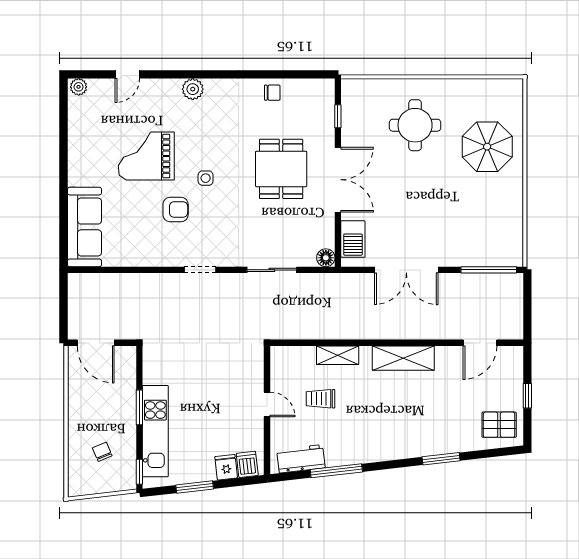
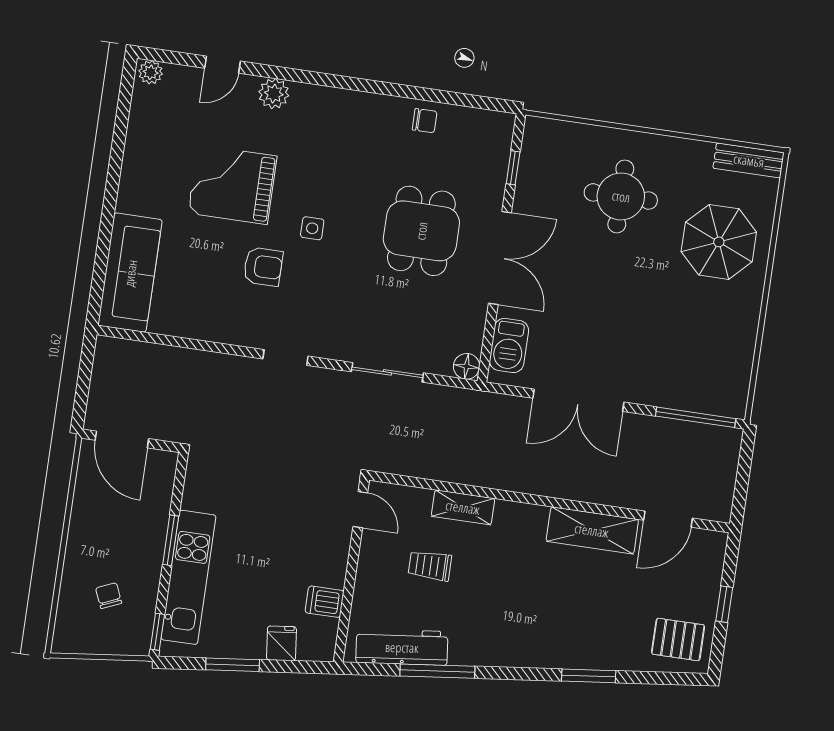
bench: (499, 88) -> (749, 160), added
plant: (193, 89) -> (274, 94), moved
shelving: (403, 358) -> (592, 530), moved
door: (267, 404) -> (360, 510), moved
workbench: (301, 459) -> (402, 647), width x1.38
dishwasher: (247, 464) -> (325, 602), moved, turned -83

